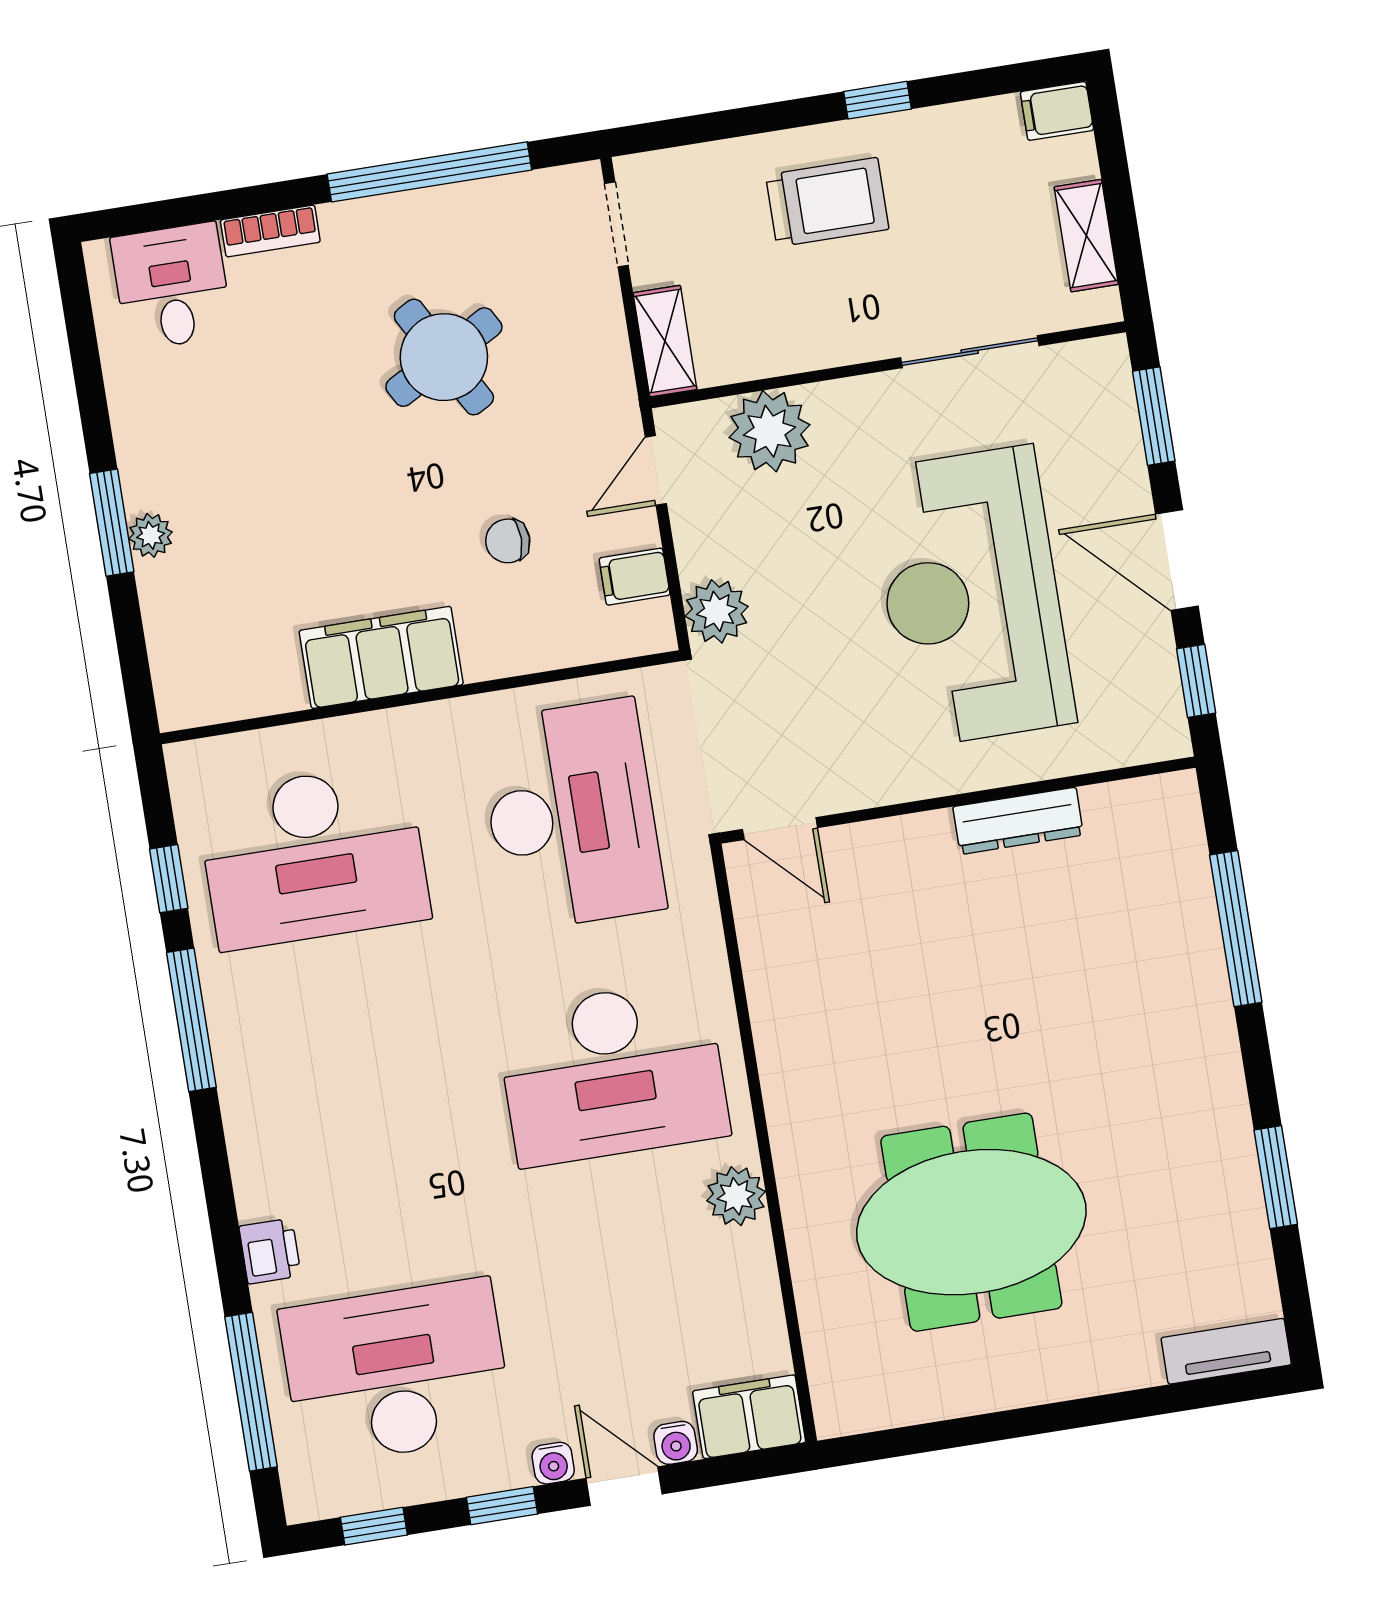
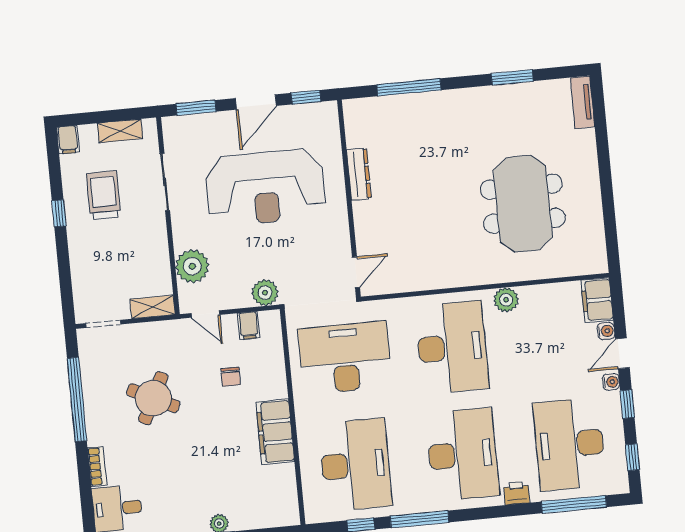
trolley: (827, 202) -> (104, 195), moved
round table: (444, 357) -> (153, 398), turned -35
desk: (355, 1114) -> (462, 455), added

